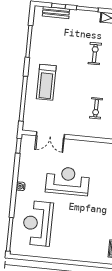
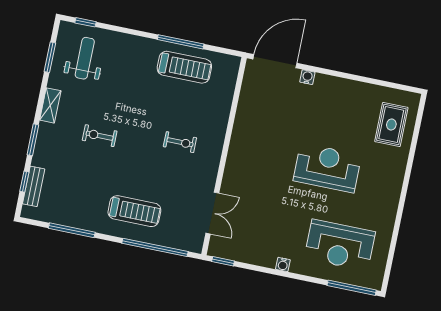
reception desk: (68, 181) -> (327, 168), moved, turned 90

